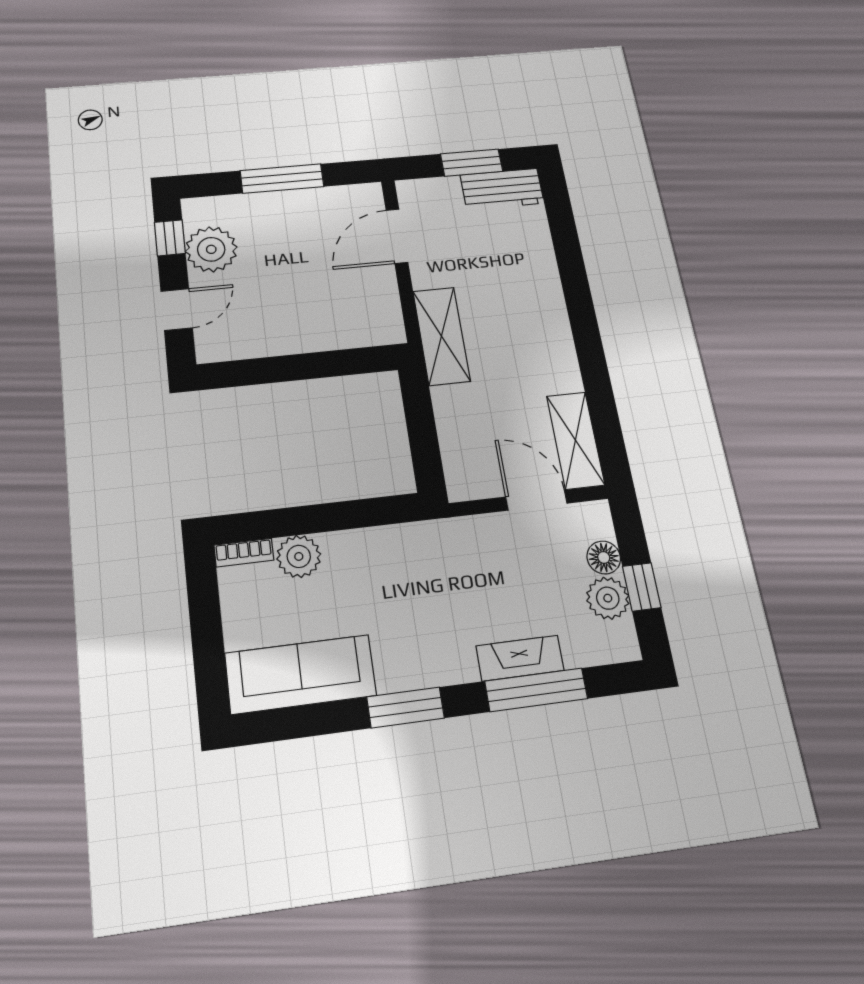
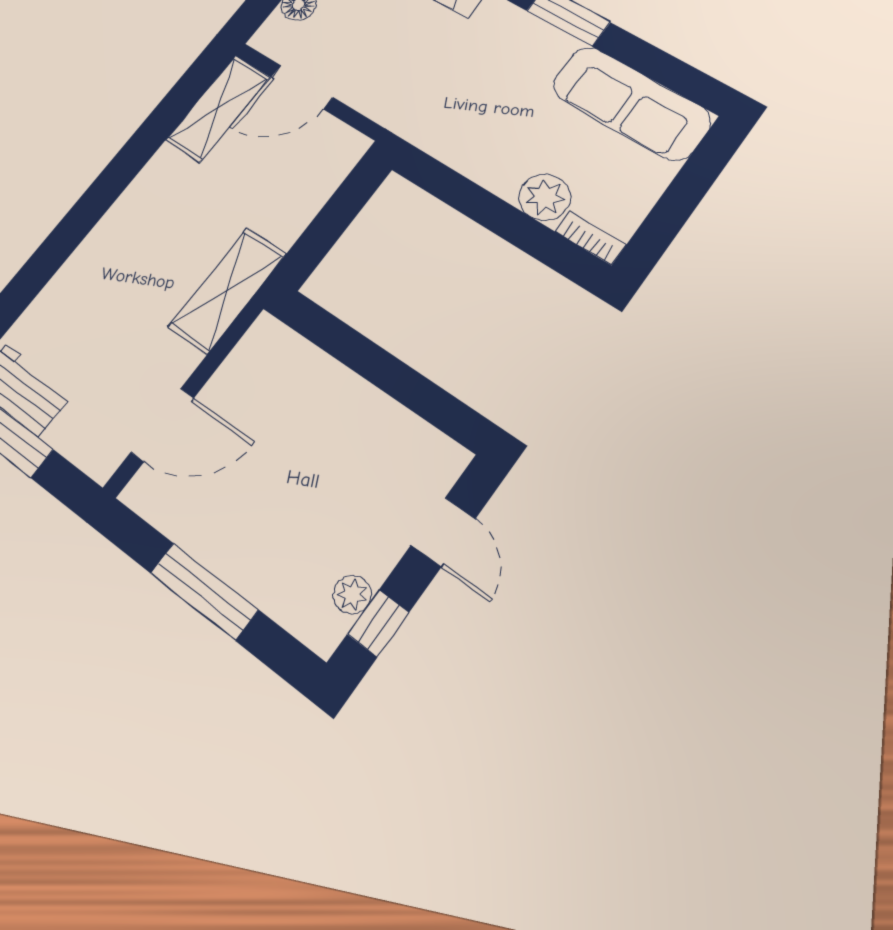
plant: (211, 249) -> (352, 595), width x0.53, depth x0.53
door: (177, 309) -> (443, 532), swing flipped
door: (536, 500) -> (302, 87), hinge flipped

